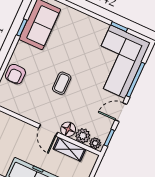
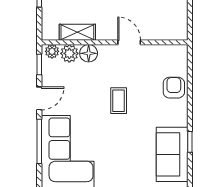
door: (48, 130) -> (129, 42), moved

